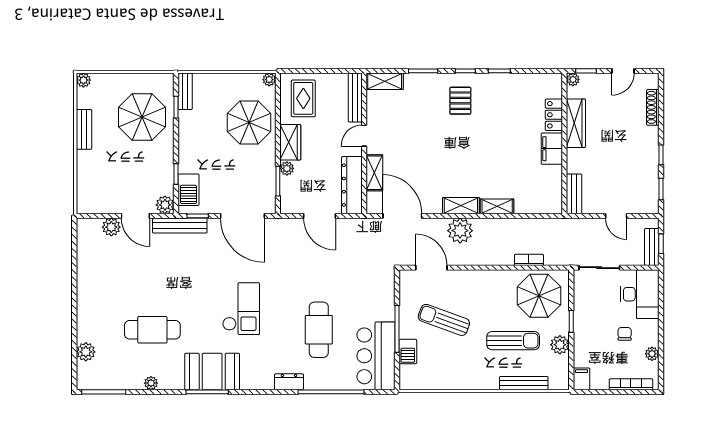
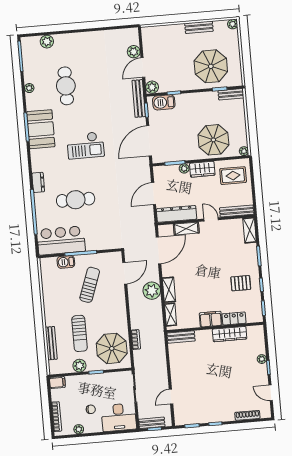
locker: (554, 115) -> (234, 318), moved
wardrobe: (576, 123) -> (230, 334), moved
wall: (564, 143) -> (215, 327), moved
filing cabinet: (552, 149) -> (211, 319), moved
bench: (574, 194) -> (181, 337), moved

